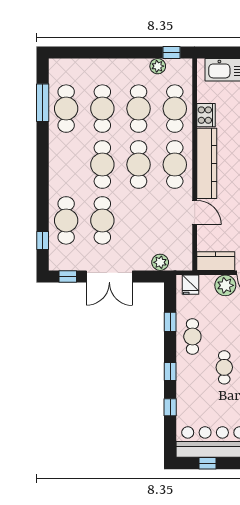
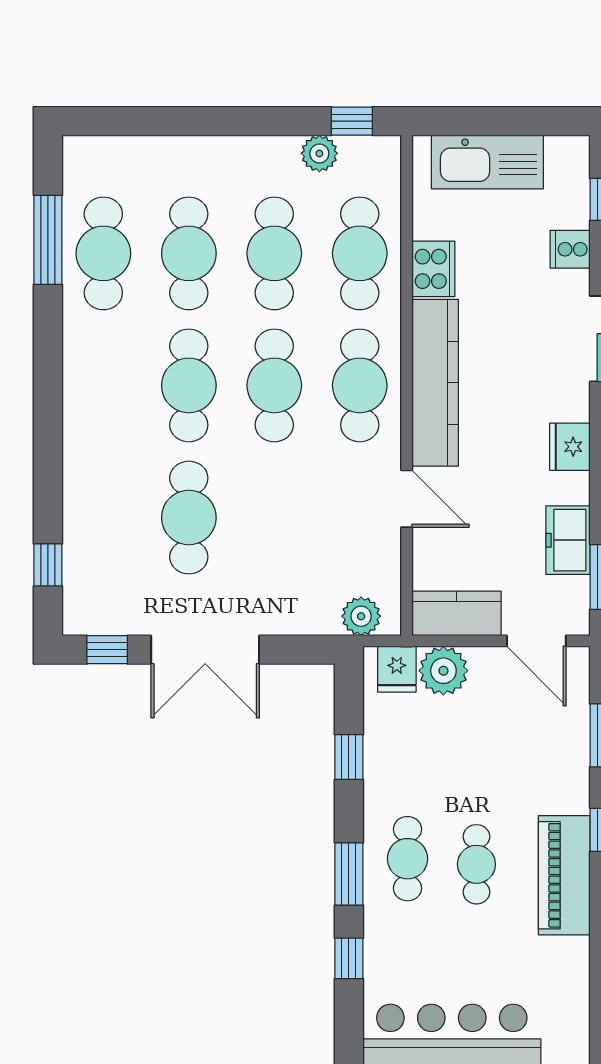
cafe table: (66, 220) -> (103, 518), removed
plant: (160, 262) -> (361, 616), moved
plant: (225, 285) -> (443, 671), moved
cafe table: (192, 336) -> (407, 859), moved
window: (170, 371) -> (349, 874), width x1.50

